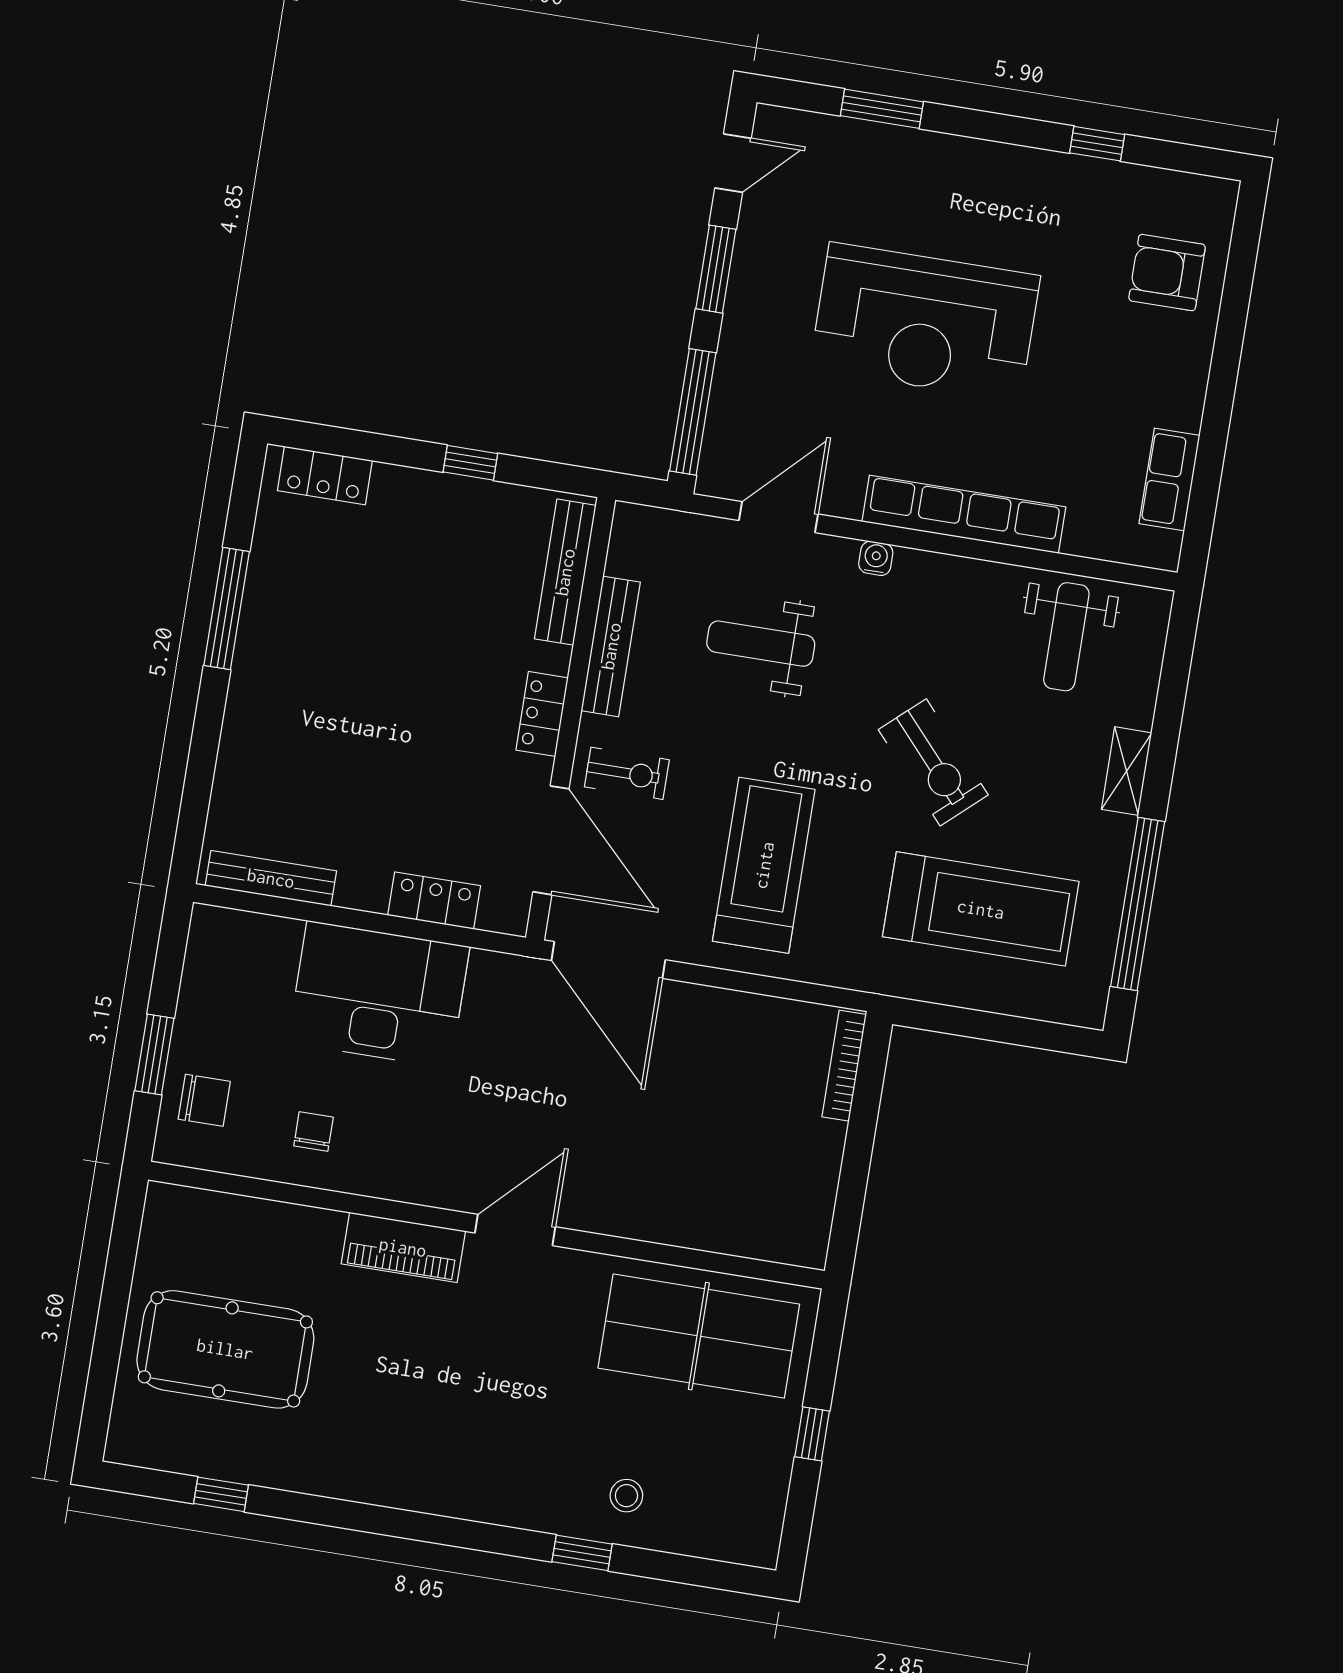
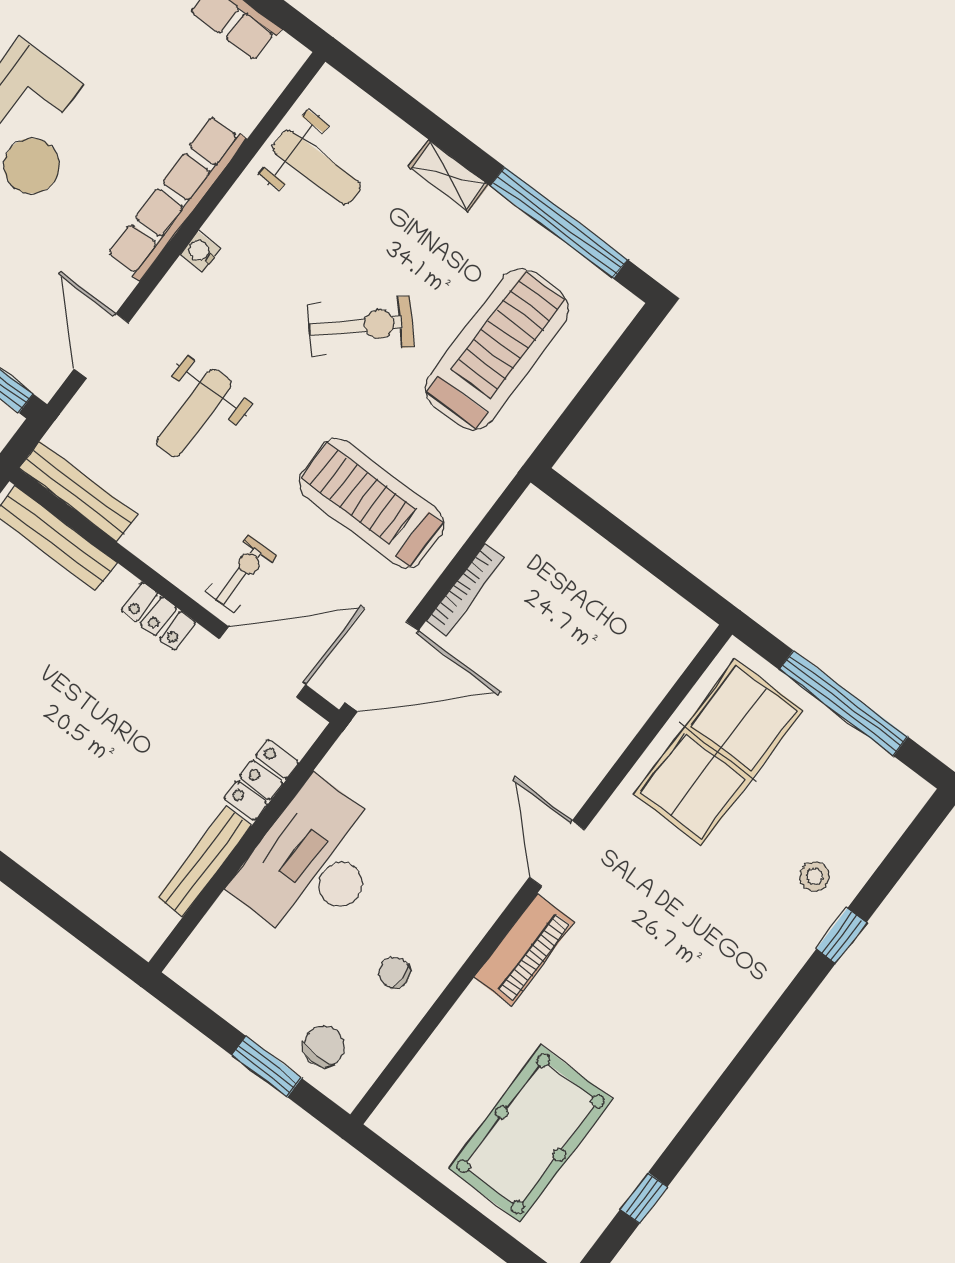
water cooler: (876, 558) -> (200, 252), moved
bench: (611, 646) -> (78, 492), moved
bench: (271, 878) -> (205, 862), moved
bookcase: (844, 1066) -> (465, 590), moved, turned -90
window: (812, 1434) -> (843, 703), width x3.17

